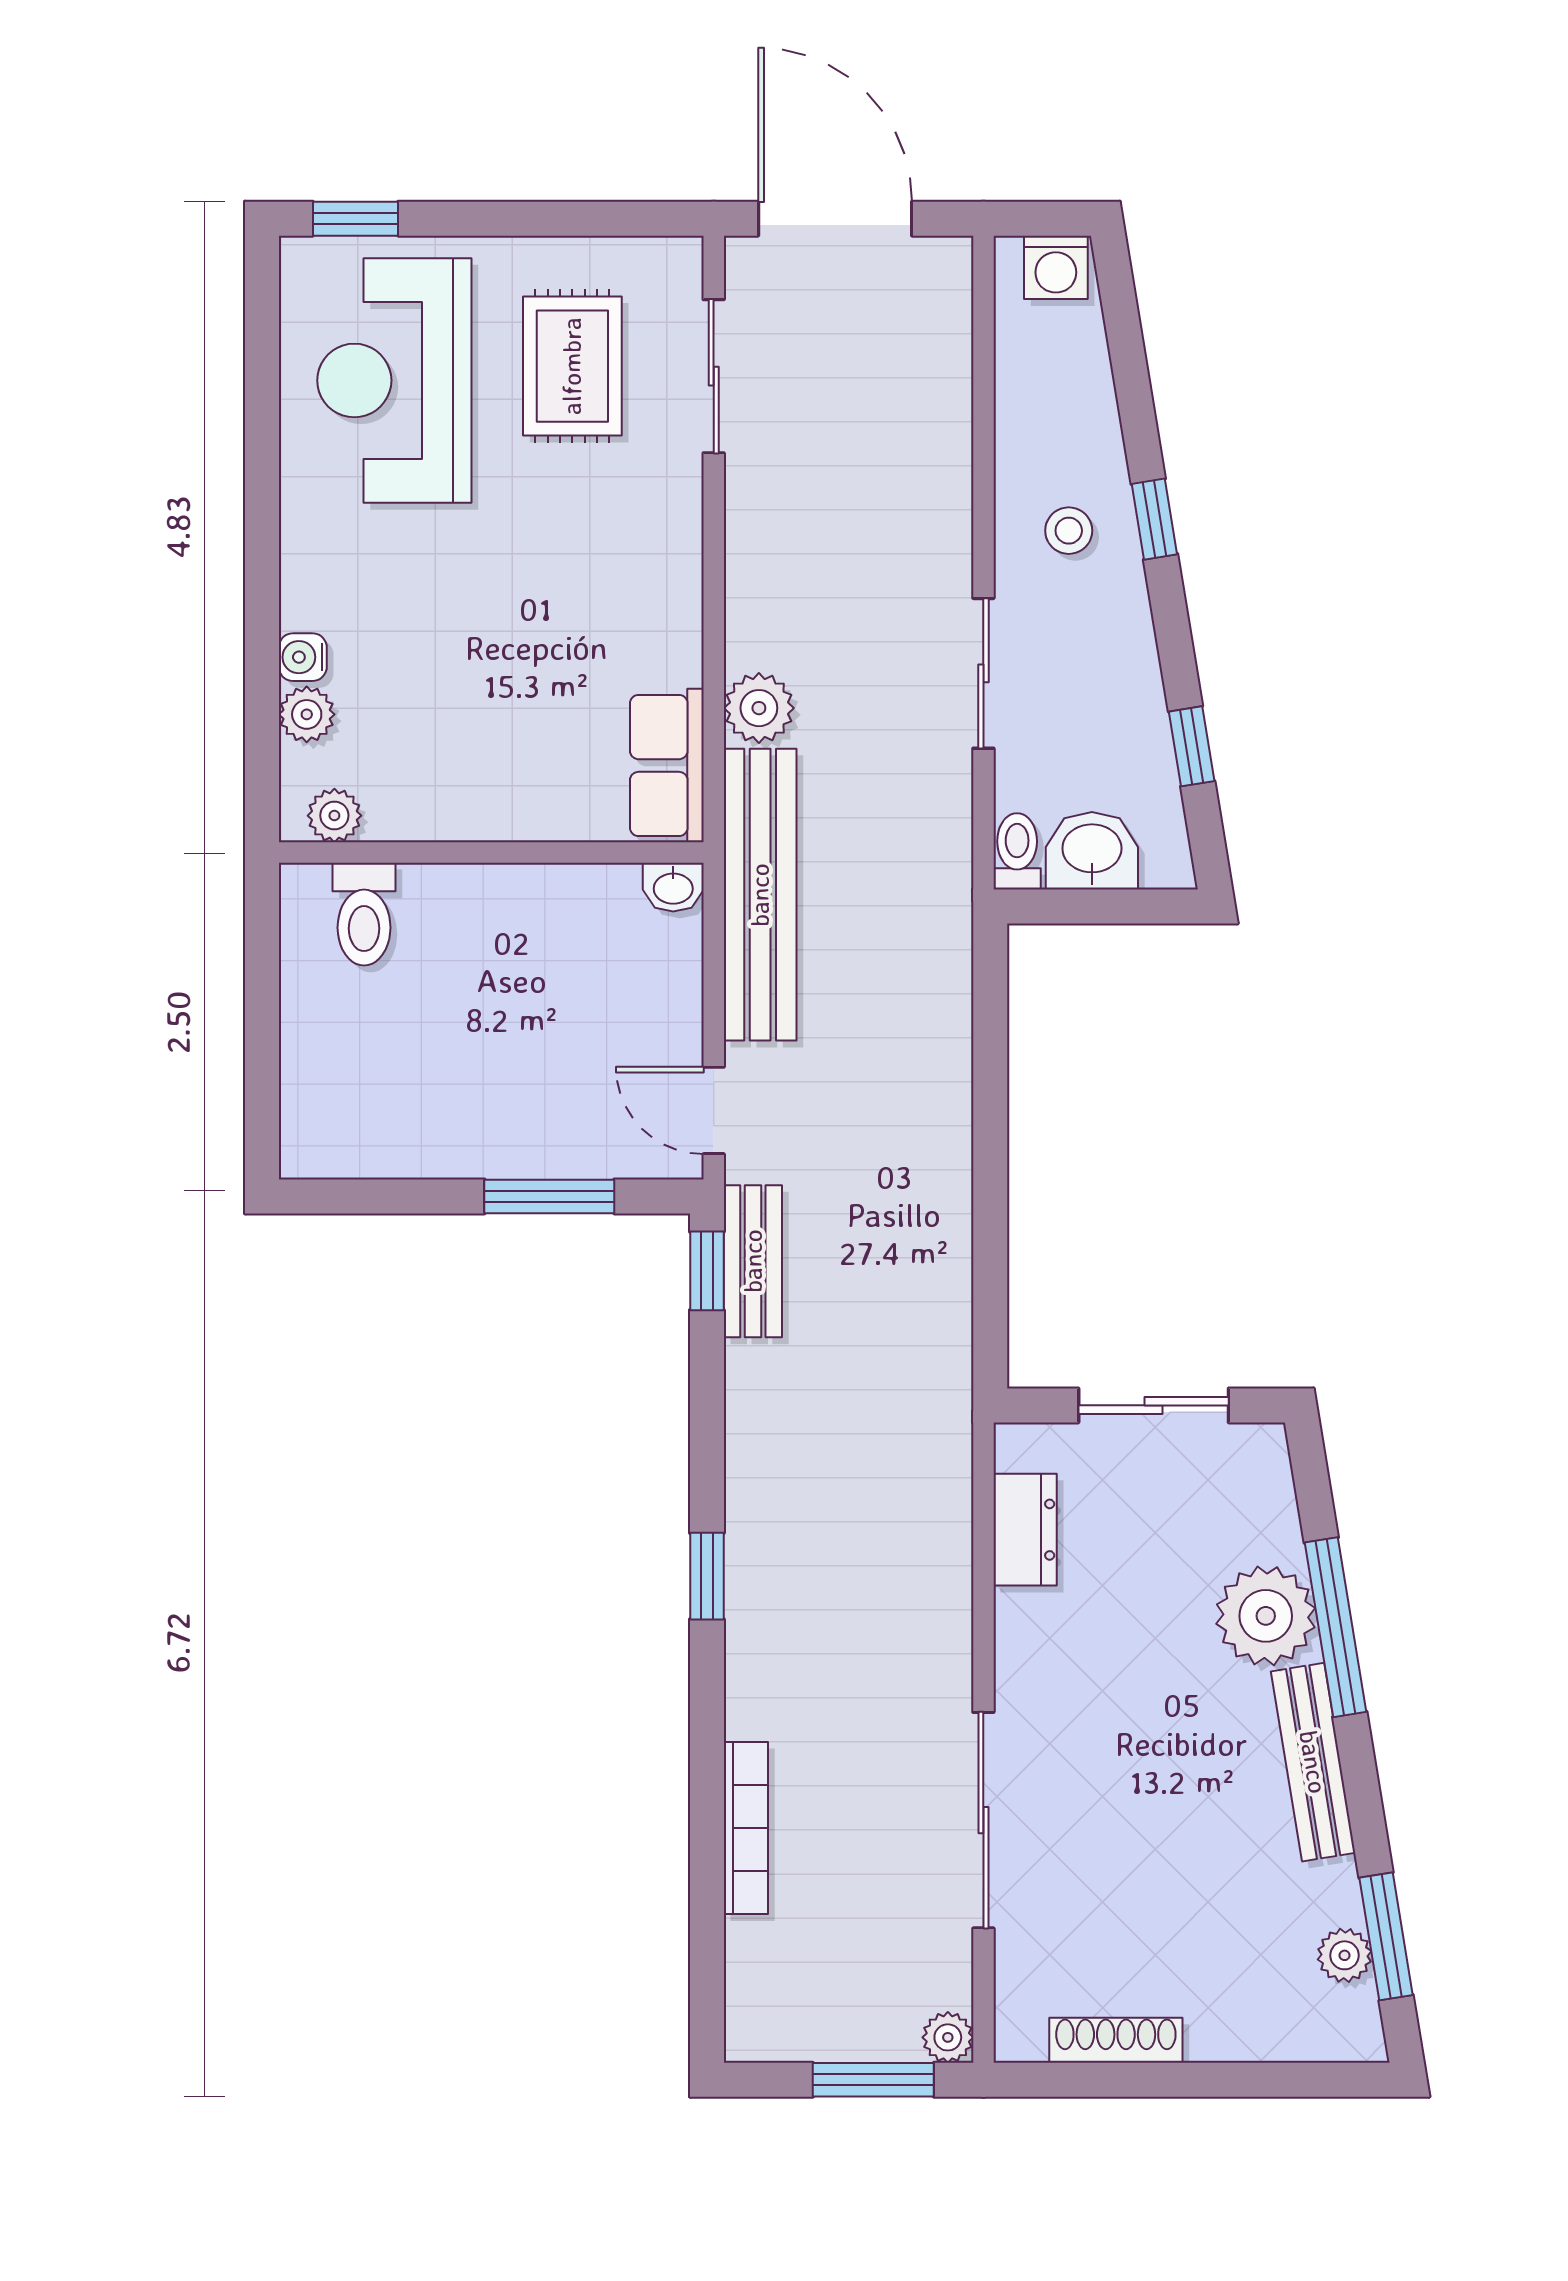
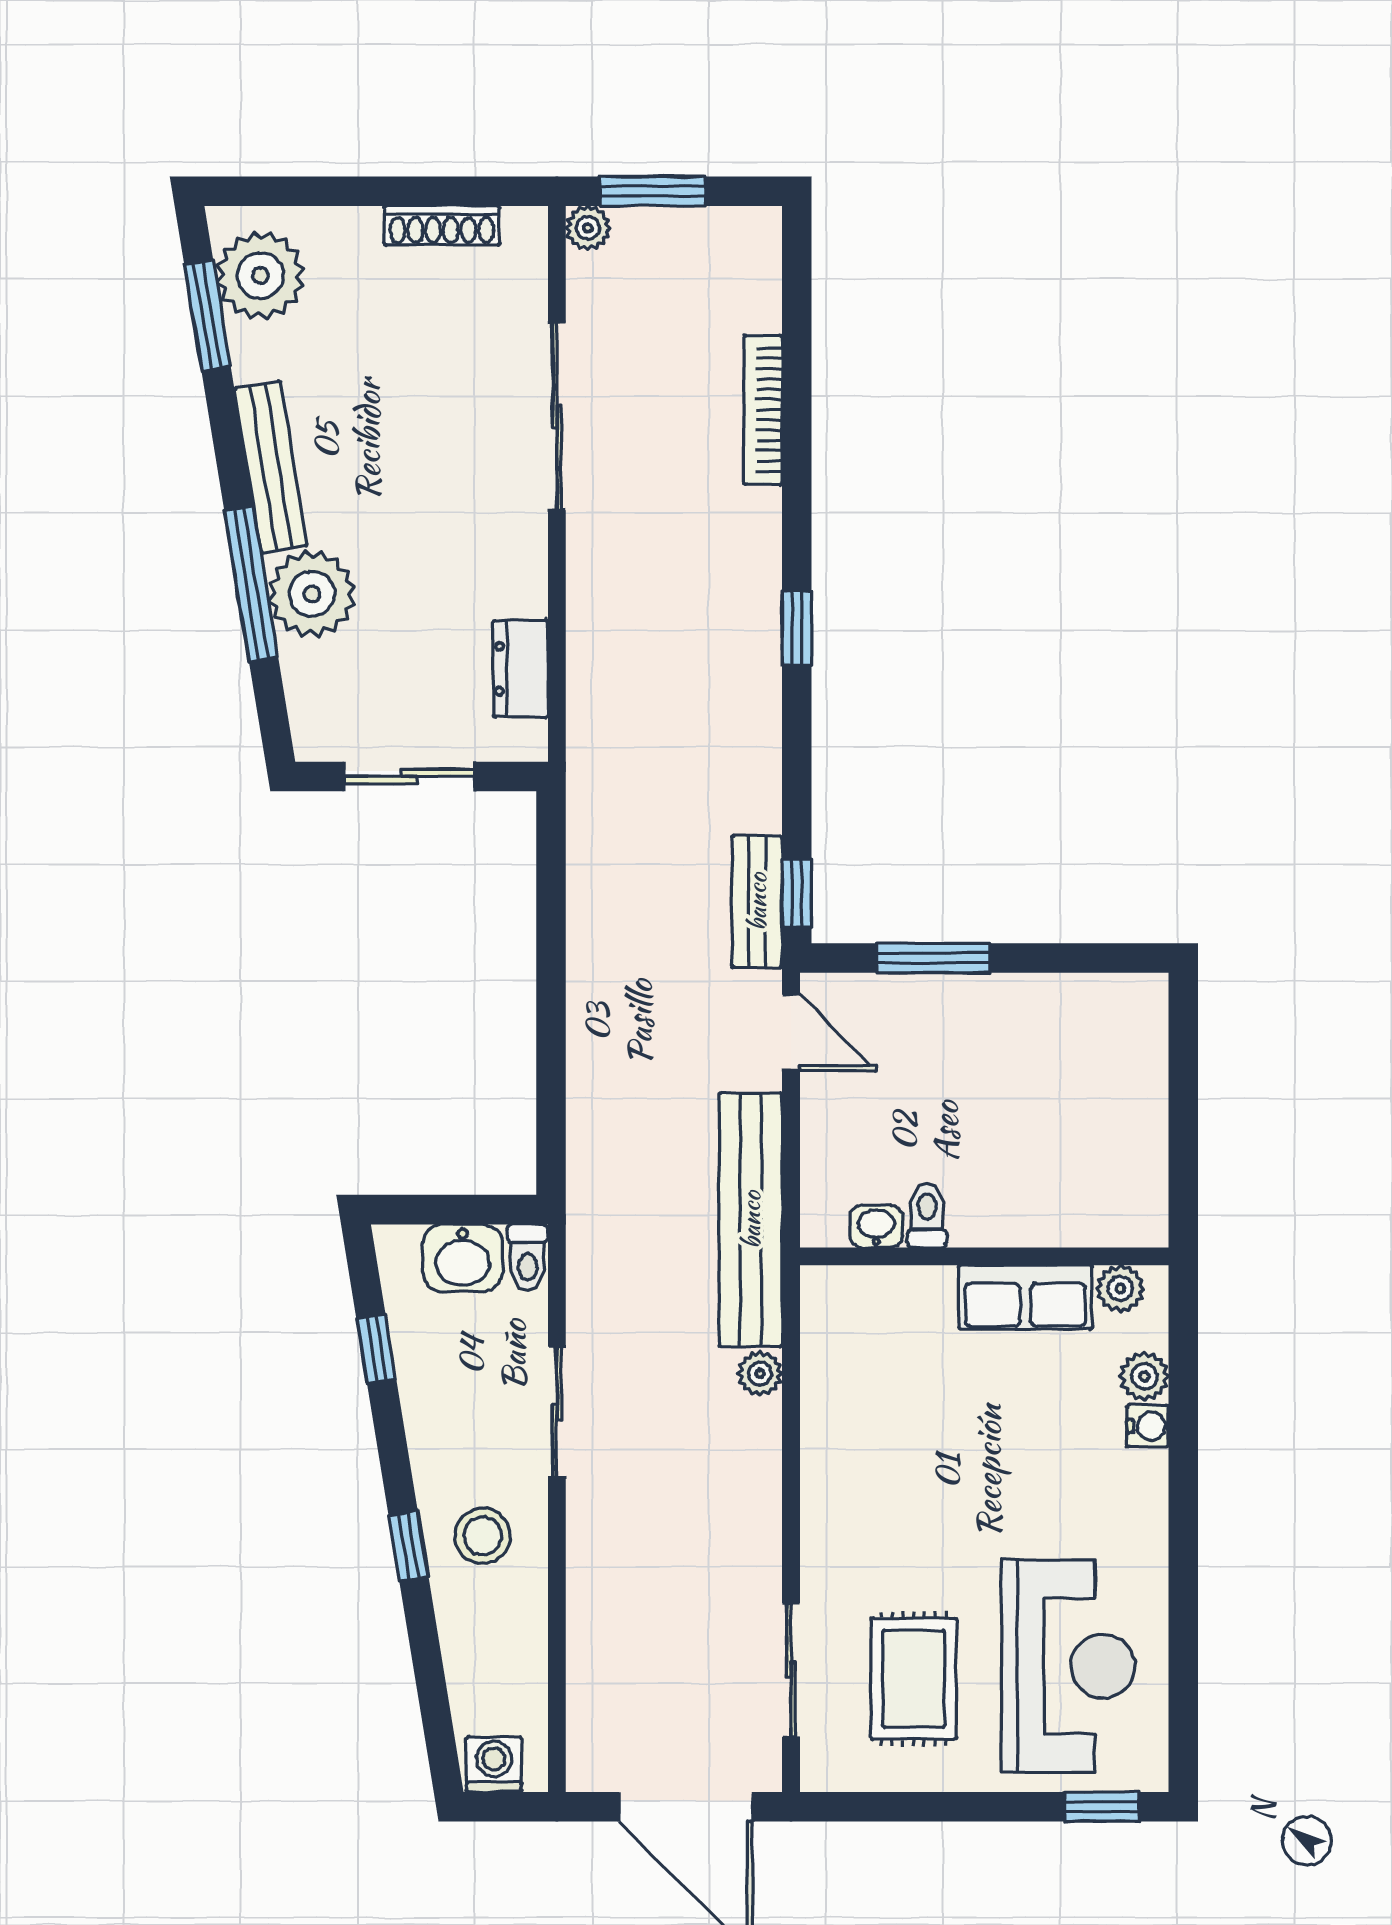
stool: (1069, 531) -> (483, 1536), width x1.37, depth x1.37
plant: (759, 708) -> (760, 1374), width x0.73, depth x0.73
row of seats: (667, 766) -> (1025, 1297), moved, turned 90
washbasin: (673, 887) -> (876, 1226), moved
toilet: (364, 914) -> (927, 1215), moved, width x0.73, depth x0.72
plant: (1345, 1955) -> (260, 276), width x1.88, depth x1.88

